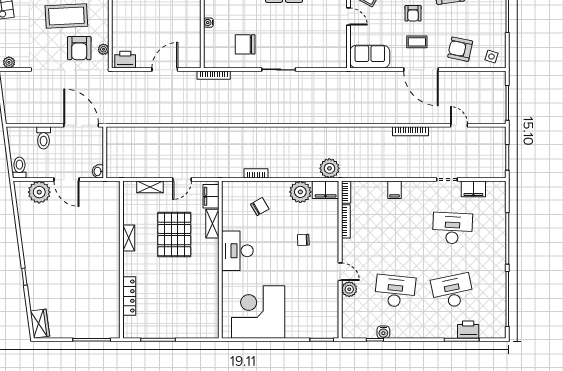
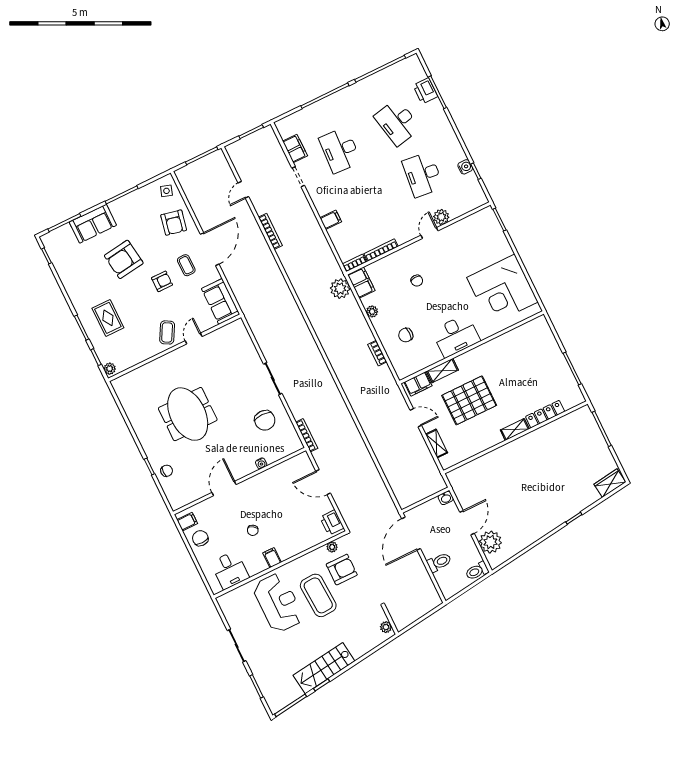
plant: (300, 192) -> (372, 312), width x0.53, depth x0.53
chair: (260, 207) -> (406, 335), turned -60
shelving: (129, 238) -> (515, 429), moved

